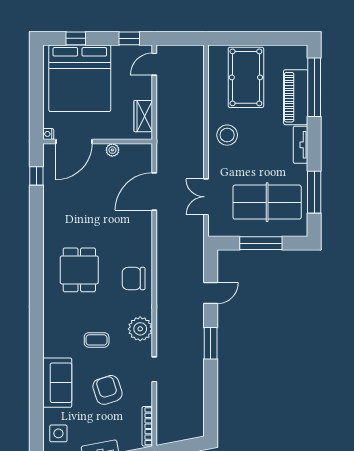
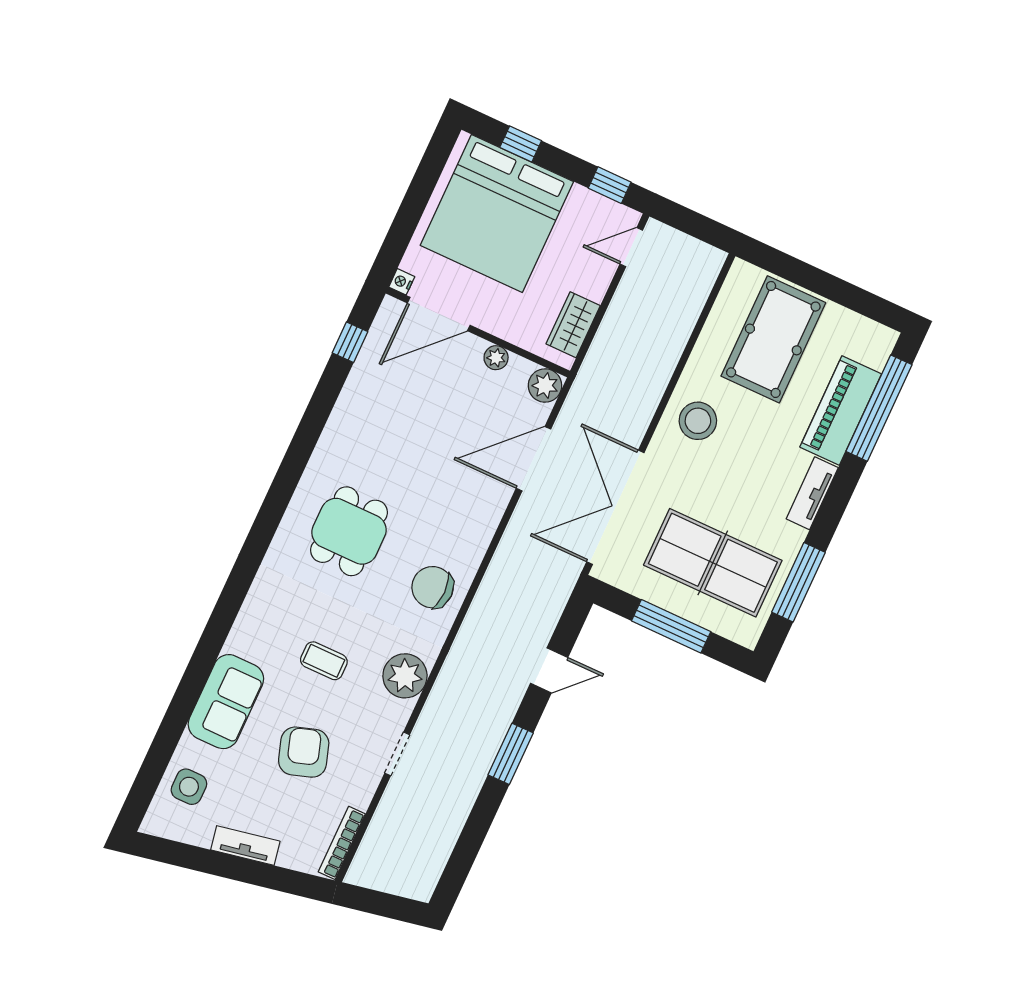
plant: (143, 153) -> (545, 386), added
double door: (206, 197) -> (615, 507), width x1.87

